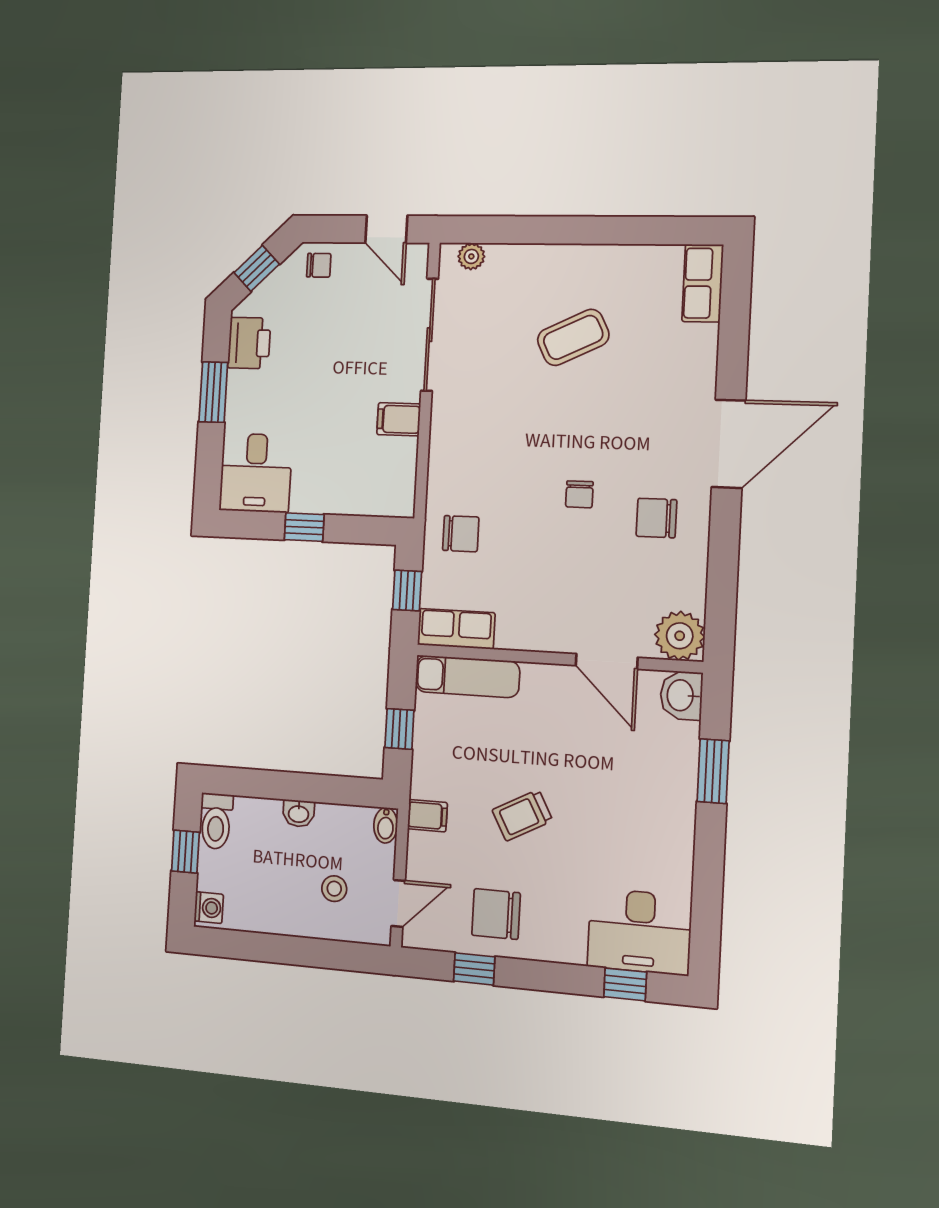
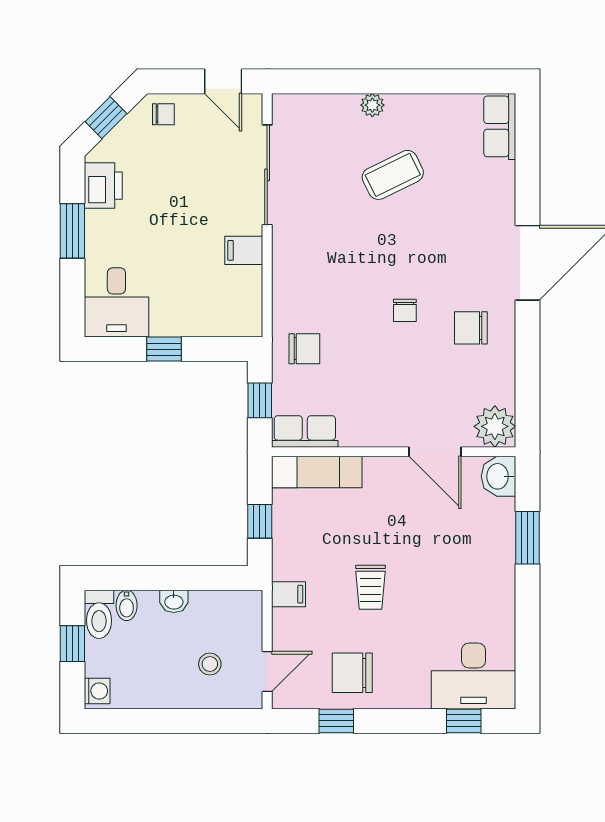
plant: (471, 256) -> (372, 105), moved
trolley: (522, 815) -> (370, 587), turned -62
bidet: (386, 825) -> (127, 605), moved

